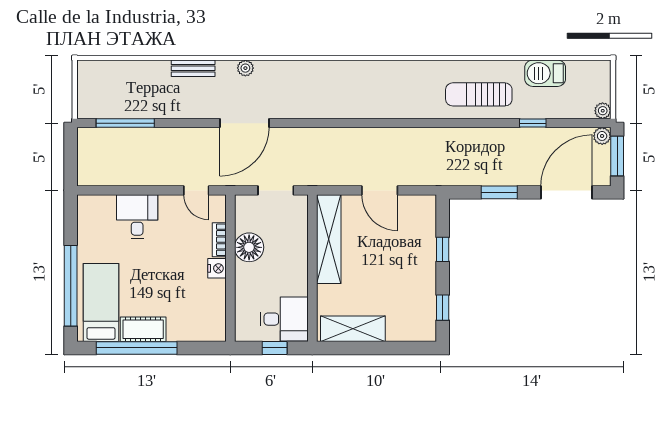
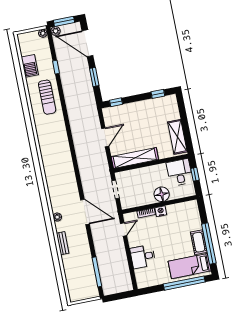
floor lamp: (249, 247) -> (162, 194), moved
window: (443, 249) -> (116, 102), moved

